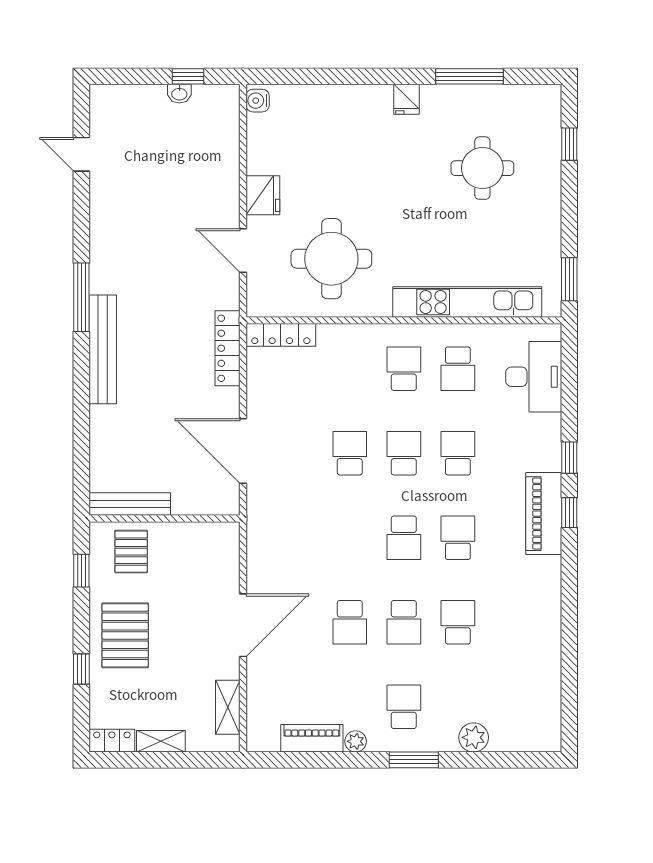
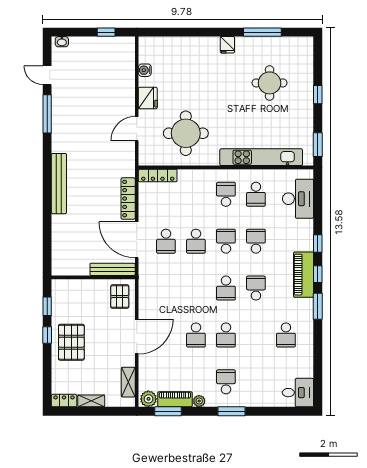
washbasin: (179, 94) -> (62, 42), moved
water cooler: (258, 101) -> (145, 70), moved
window: (569, 144) -> (318, 95), moved
door: (243, 250) -> (137, 129), hinge flipped
window: (81, 297) -> (47, 114), moved
locker: (227, 348) -> (128, 199), moved
school desk: (296, 453) -> (166, 241), added
school desk: (350, 453) -> (196, 241), turned 180
bench: (130, 504) -> (113, 269), moved
pallet: (131, 552) -> (120, 297), moved
window: (569, 571) -> (318, 306), added
school desk: (458, 622) -> (286, 335), moved, turned 180
window: (81, 669) -> (47, 335), moved
desk: (534, 726) -> (298, 393), added
plant: (474, 737) -> (148, 399), moved
window: (299, 760) -> (168, 411), added

